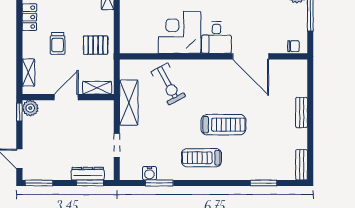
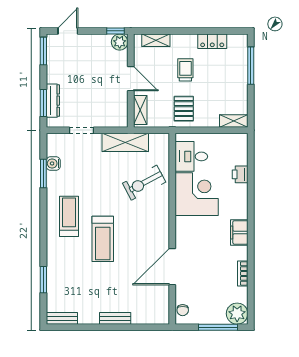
desk: (216, 38) -> (191, 156), moved
trolley: (58, 43) -> (185, 70), turned 90

